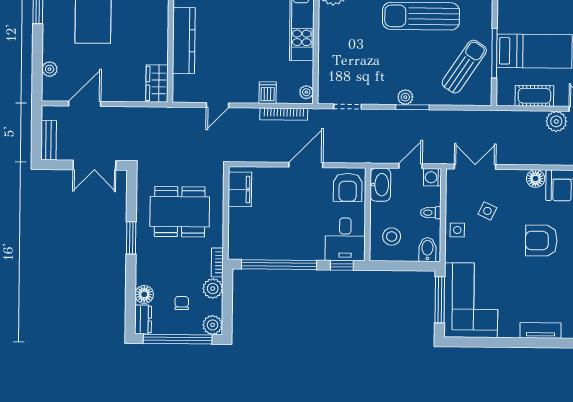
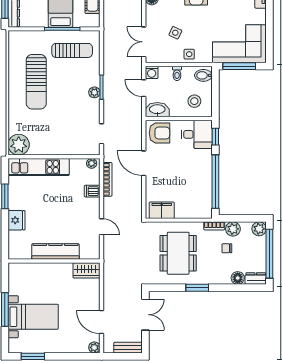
sun lounger: (464, 67) -> (72, 50), turned 146
plant: (50, 69) -> (94, 347), moved
chair: (182, 303) -> (227, 248), moved

